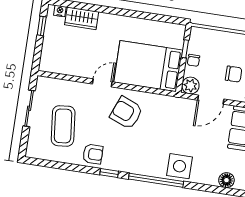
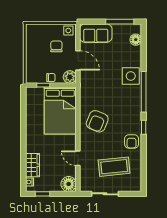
floor lamp: (49, 62) -> (69, 184), added
door: (102, 83) -> (78, 158), moved
armchair: (93, 154) -> (132, 141), turned 180

